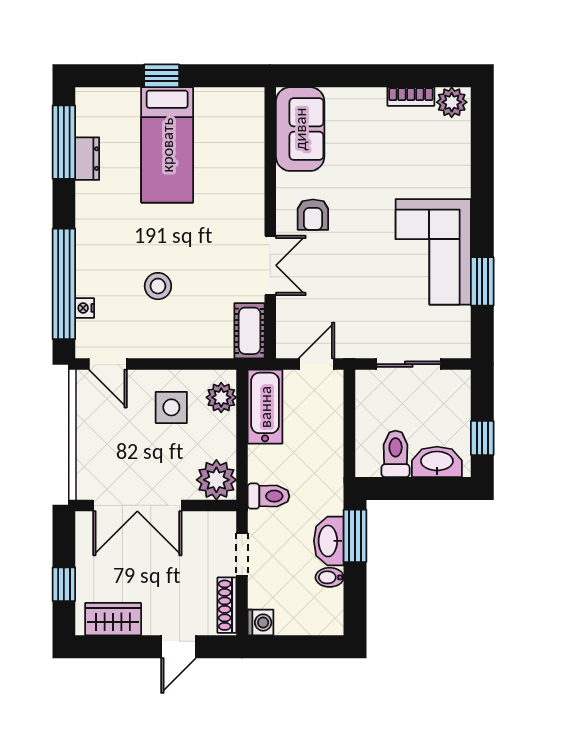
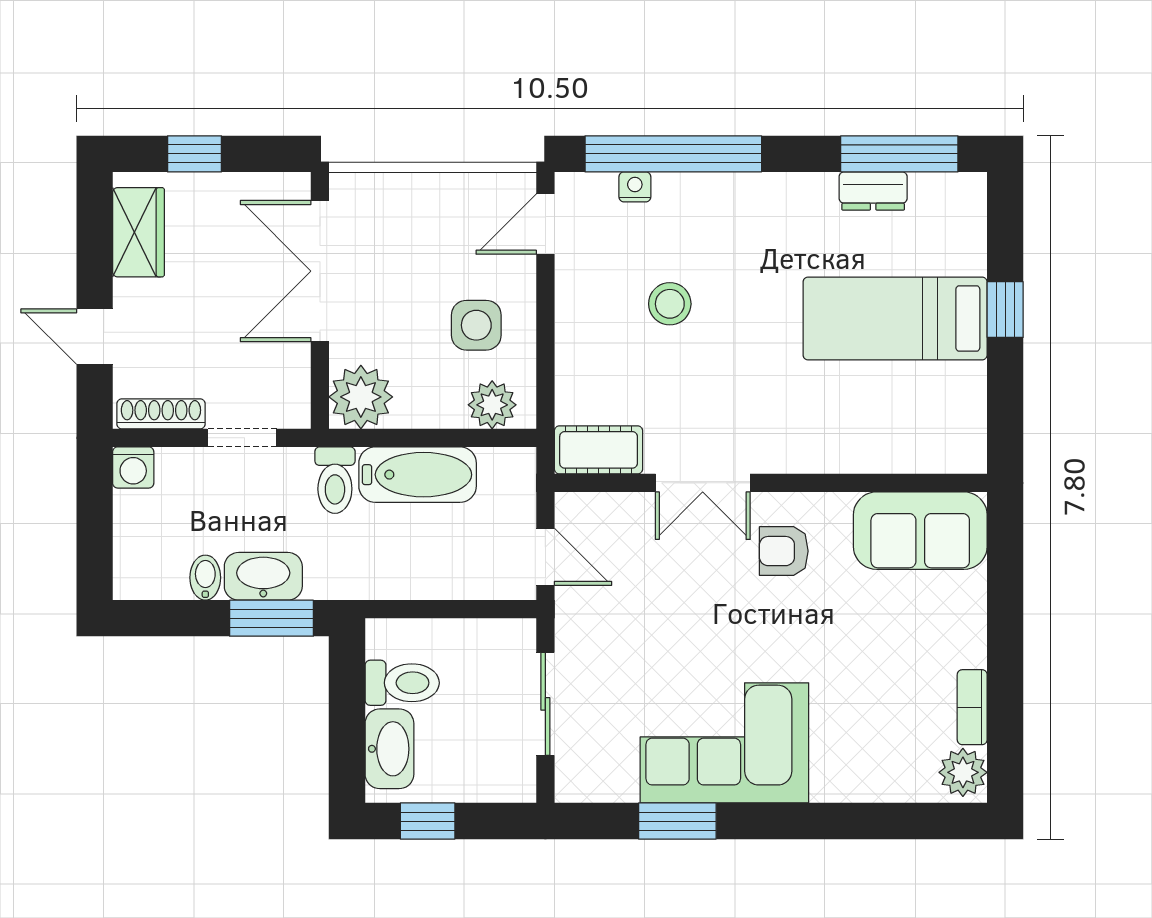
bathtub: (265, 407) -> (418, 475), moved

